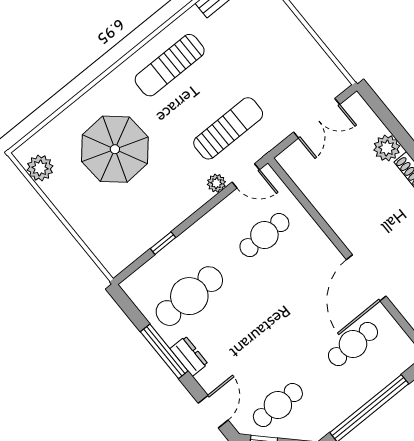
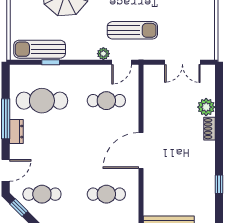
door: (246, 176) -> (122, 62), hinge flipped
sun lounger: (138, 238) -> (40, 49), added
door: (366, 278) -> (141, 150), moved

